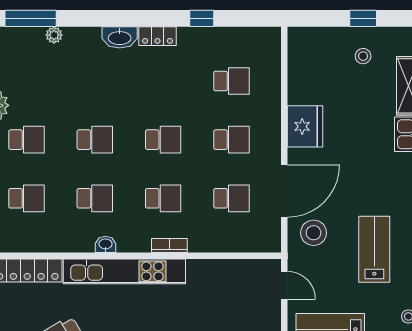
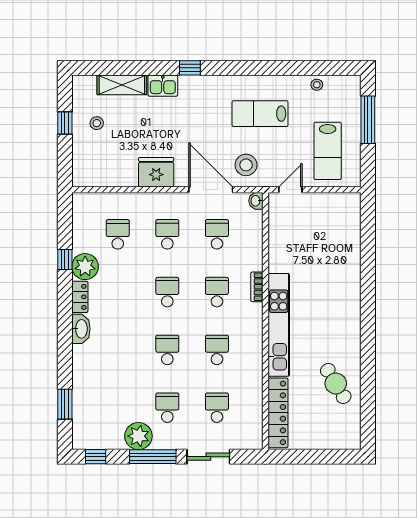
window: (31, 18) -> (65, 404), width x0.69
plant: (54, 35) -> (85, 267), moved, width x1.88, depth x1.88
washbasin: (105, 244) -> (256, 201), moved

